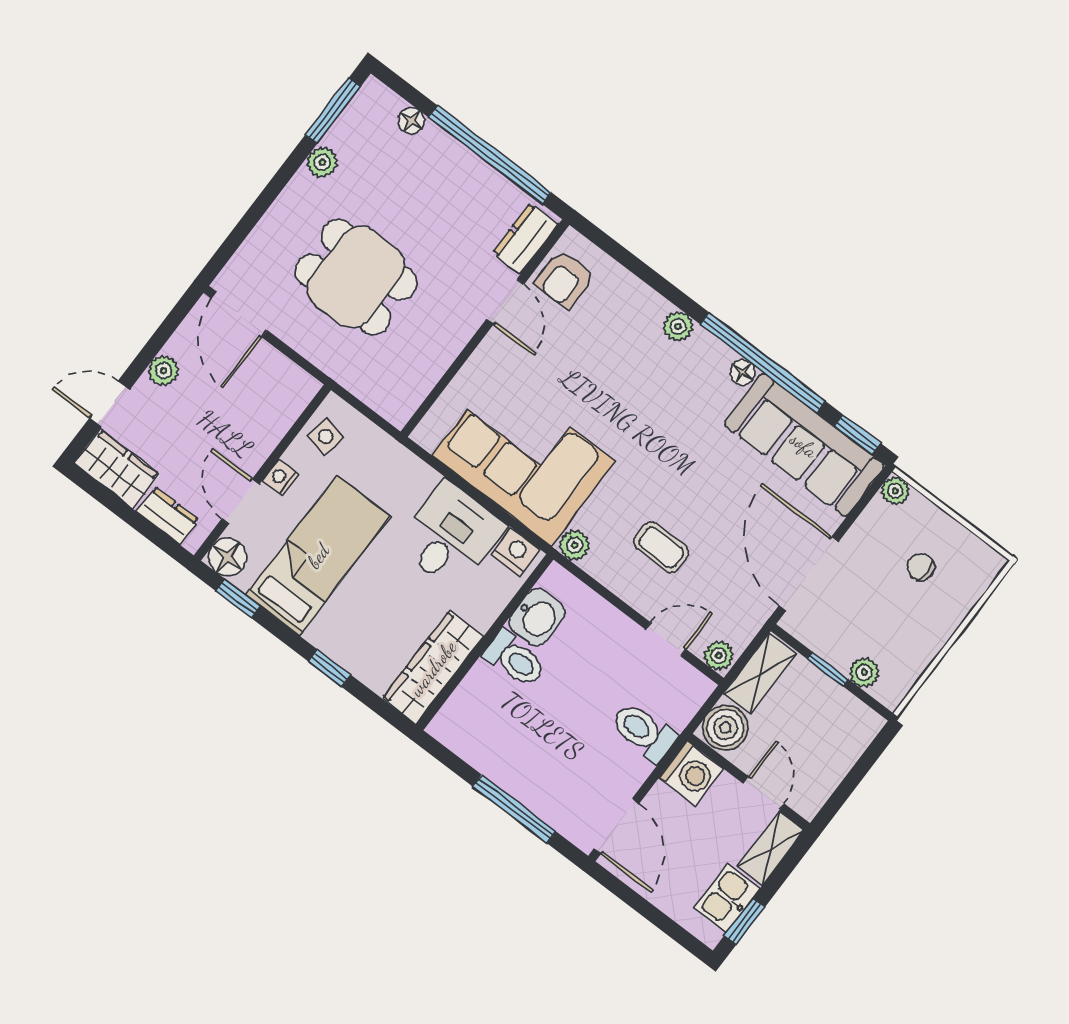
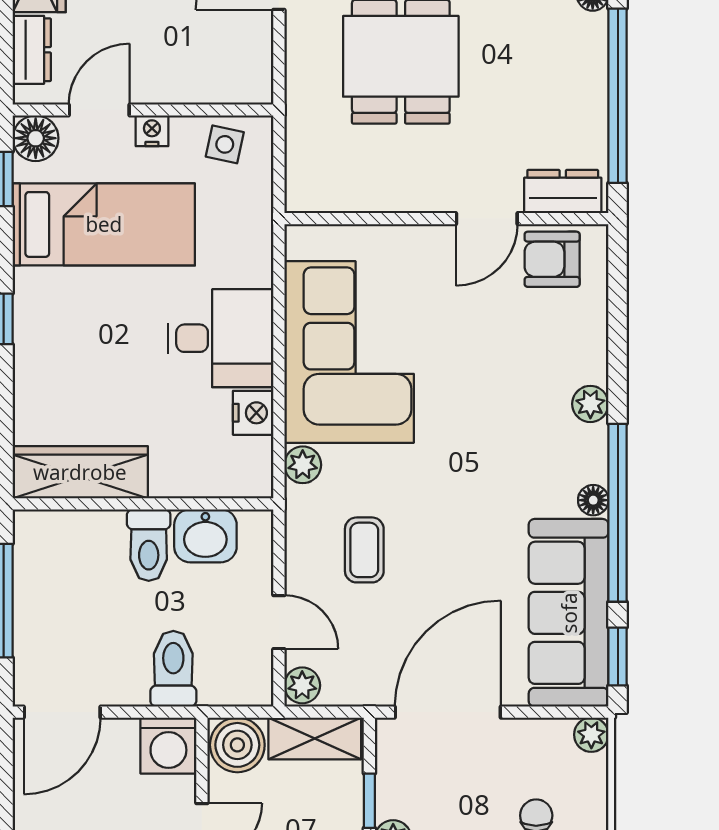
washbasin: (537, 617) -> (205, 536), moved
wall: (485, 642) -> (143, 504), moved
toilet: (515, 659) -> (149, 545), moved
wardrobe: (433, 668) -> (80, 472), moved

